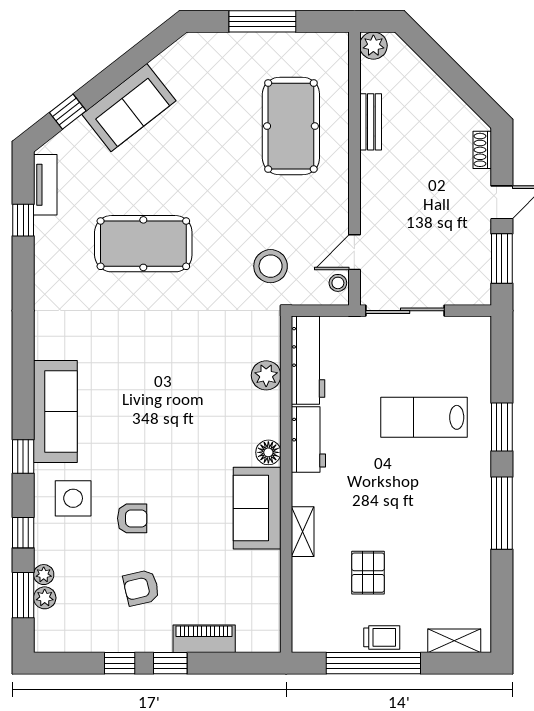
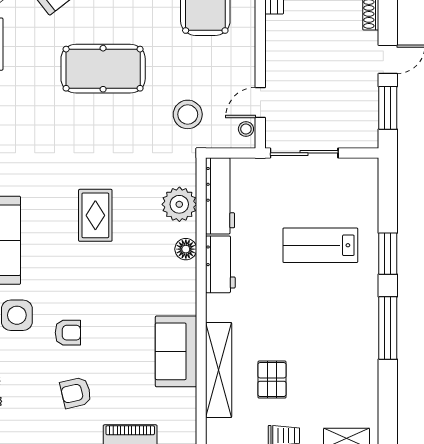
pool table: (143, 244) -> (103, 69), moved
plant: (266, 375) -> (179, 204), width x1.36, depth x1.36
rug: (164, 383) -> (95, 215), added
floor lamp: (268, 452) -> (186, 249), moved
sofa: (257, 508) -> (176, 351), moved
shelving: (303, 532) -> (219, 370), width x2.20, depth x1.33

